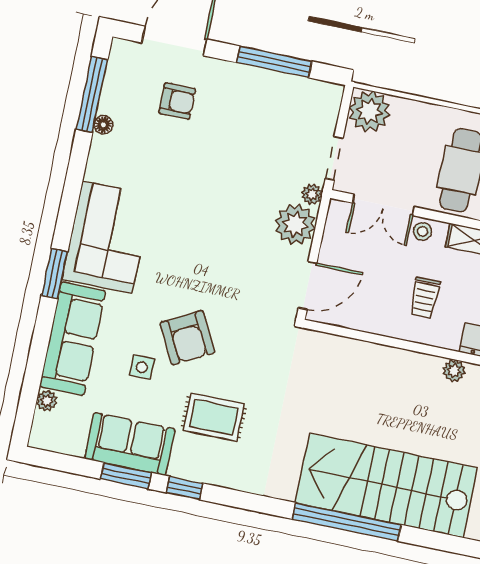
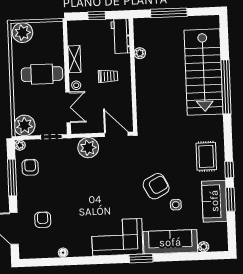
window: (92, 95) -> (50, 262), removed
armchair: (285, 102) -> (30, 167), added
plant: (312, 194) -> (20, 145), moved
rug: (214, 417) -> (206, 156), moved

